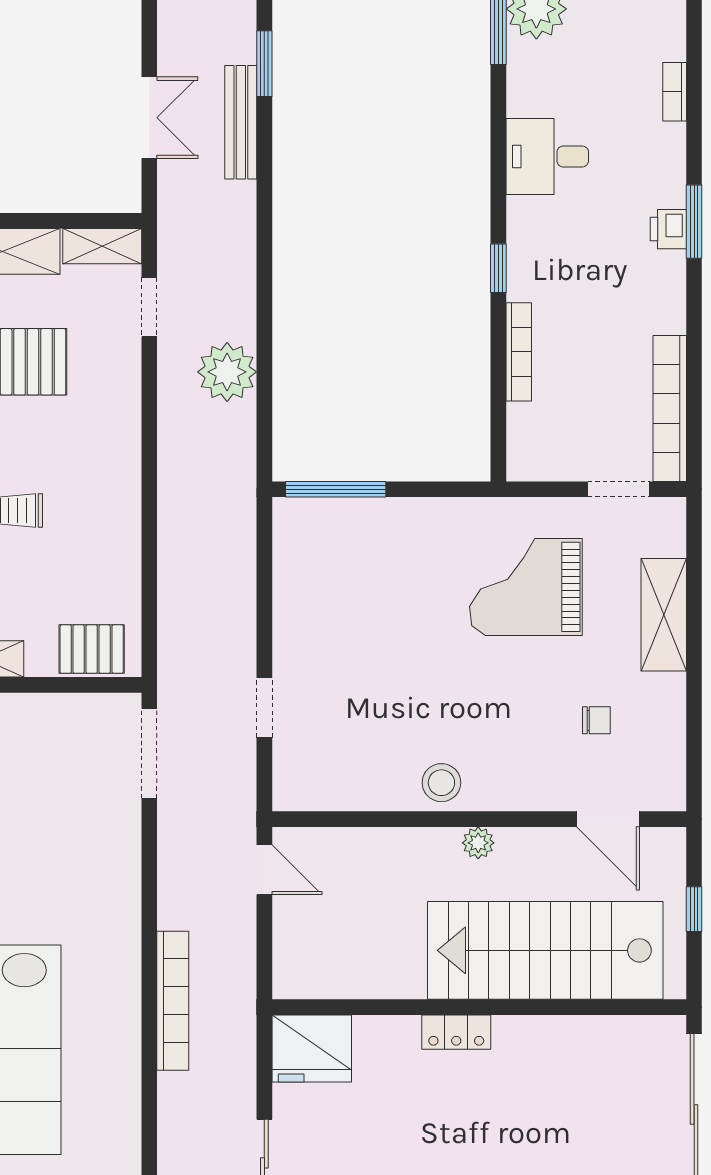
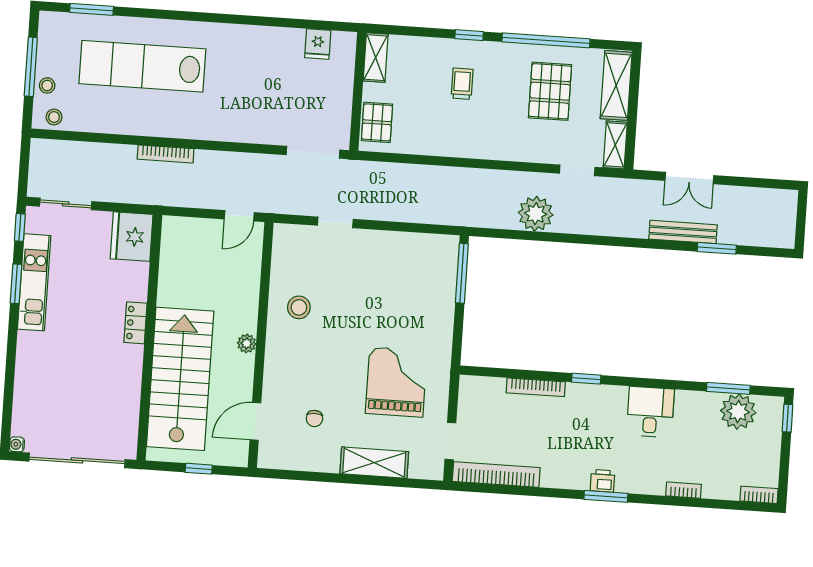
stool: (441, 783) -> (299, 307), moved
bookcase: (173, 1001) -> (166, 154), width x0.68, depth x0.76

